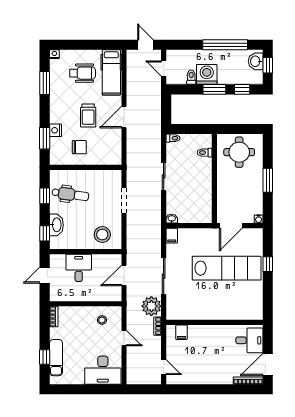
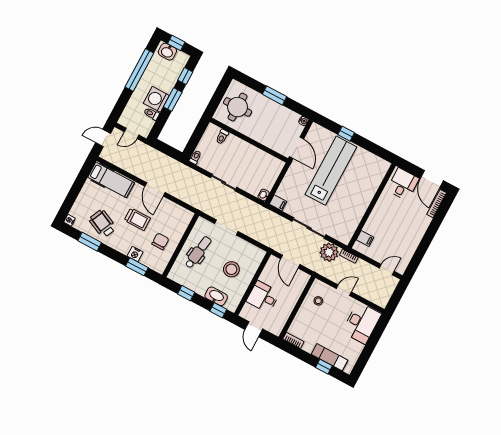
wheelchair: (82, 73) -> (103, 224), moved, turned -65
dental chair: (70, 194) -> (198, 252), moved
stool: (102, 235) -> (231, 269), moved

